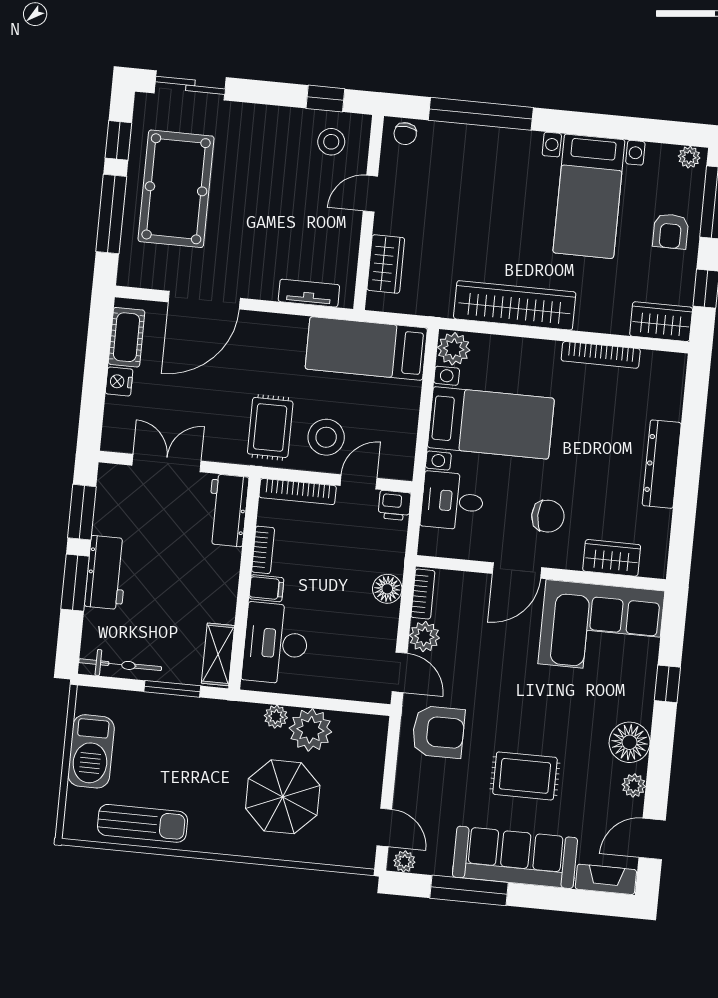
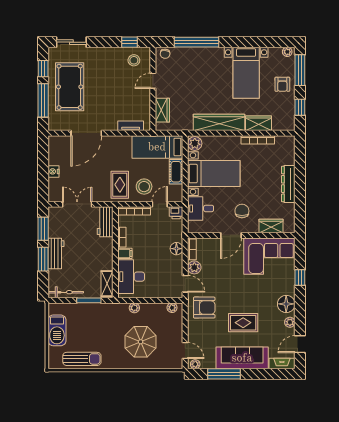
wardrobe: (661, 322) -> (258, 123), moved
cot: (127, 337) -> (176, 172), moved
chair: (548, 516) -> (242, 211), turned -90
plant: (310, 730) -> (172, 308), moved, width x0.53, depth x0.53

